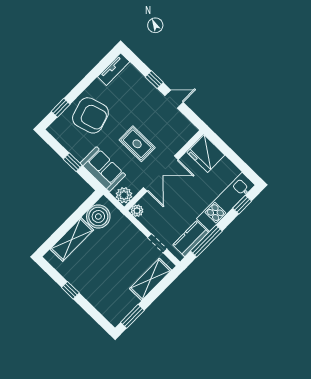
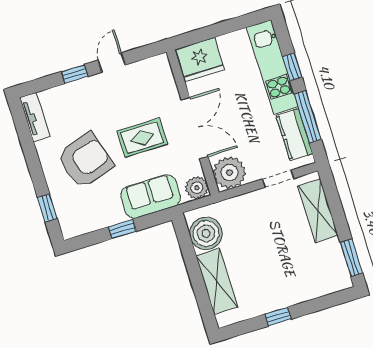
armchair: (90, 115) -> (85, 160), moved
window: (242, 205) -> (292, 67), moved
plant: (137, 211) -> (229, 173), width x1.88, depth x1.88

